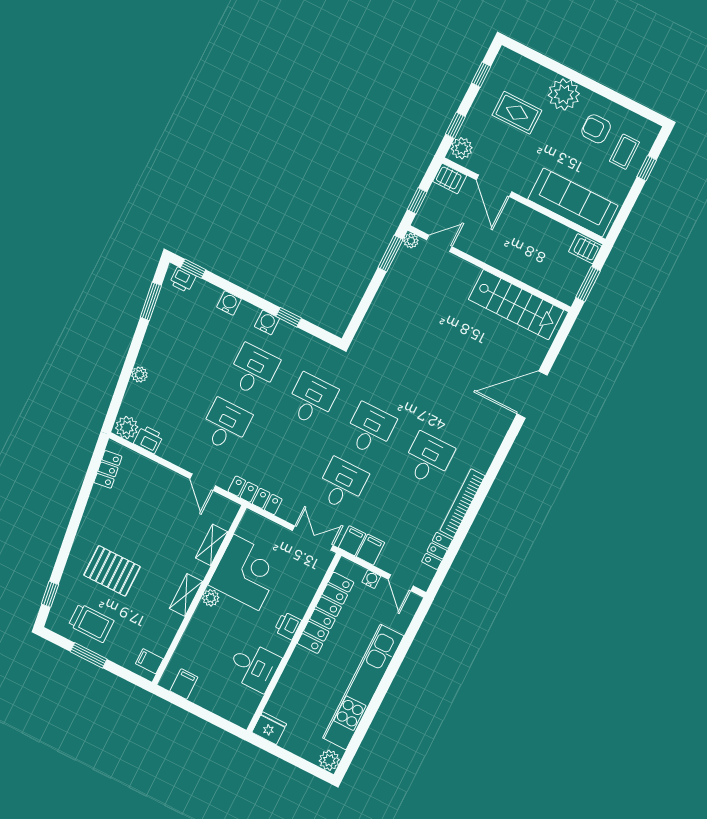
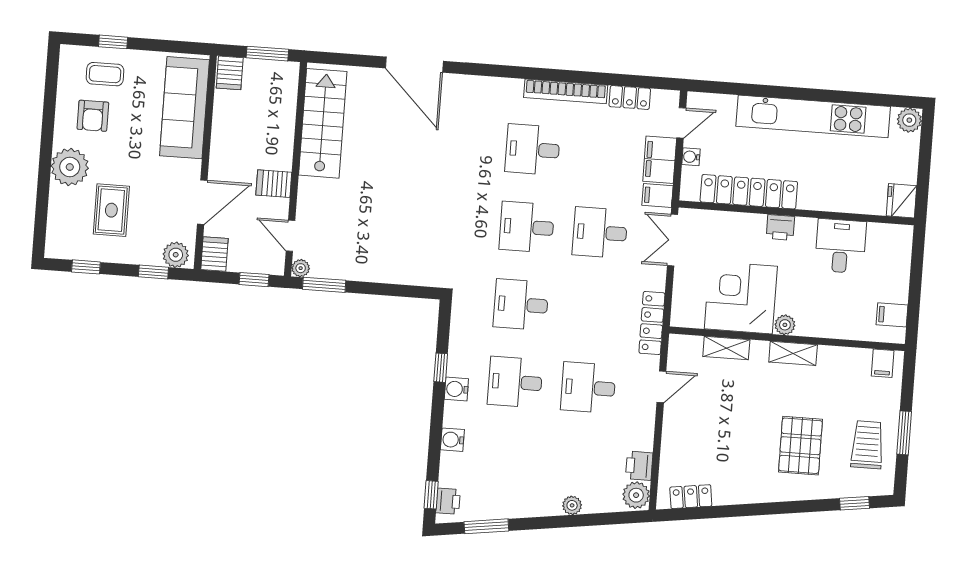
server rack: (485, 247) -> (274, 184), added
filing cabinet: (371, 550) -> (660, 160), width x2.00

